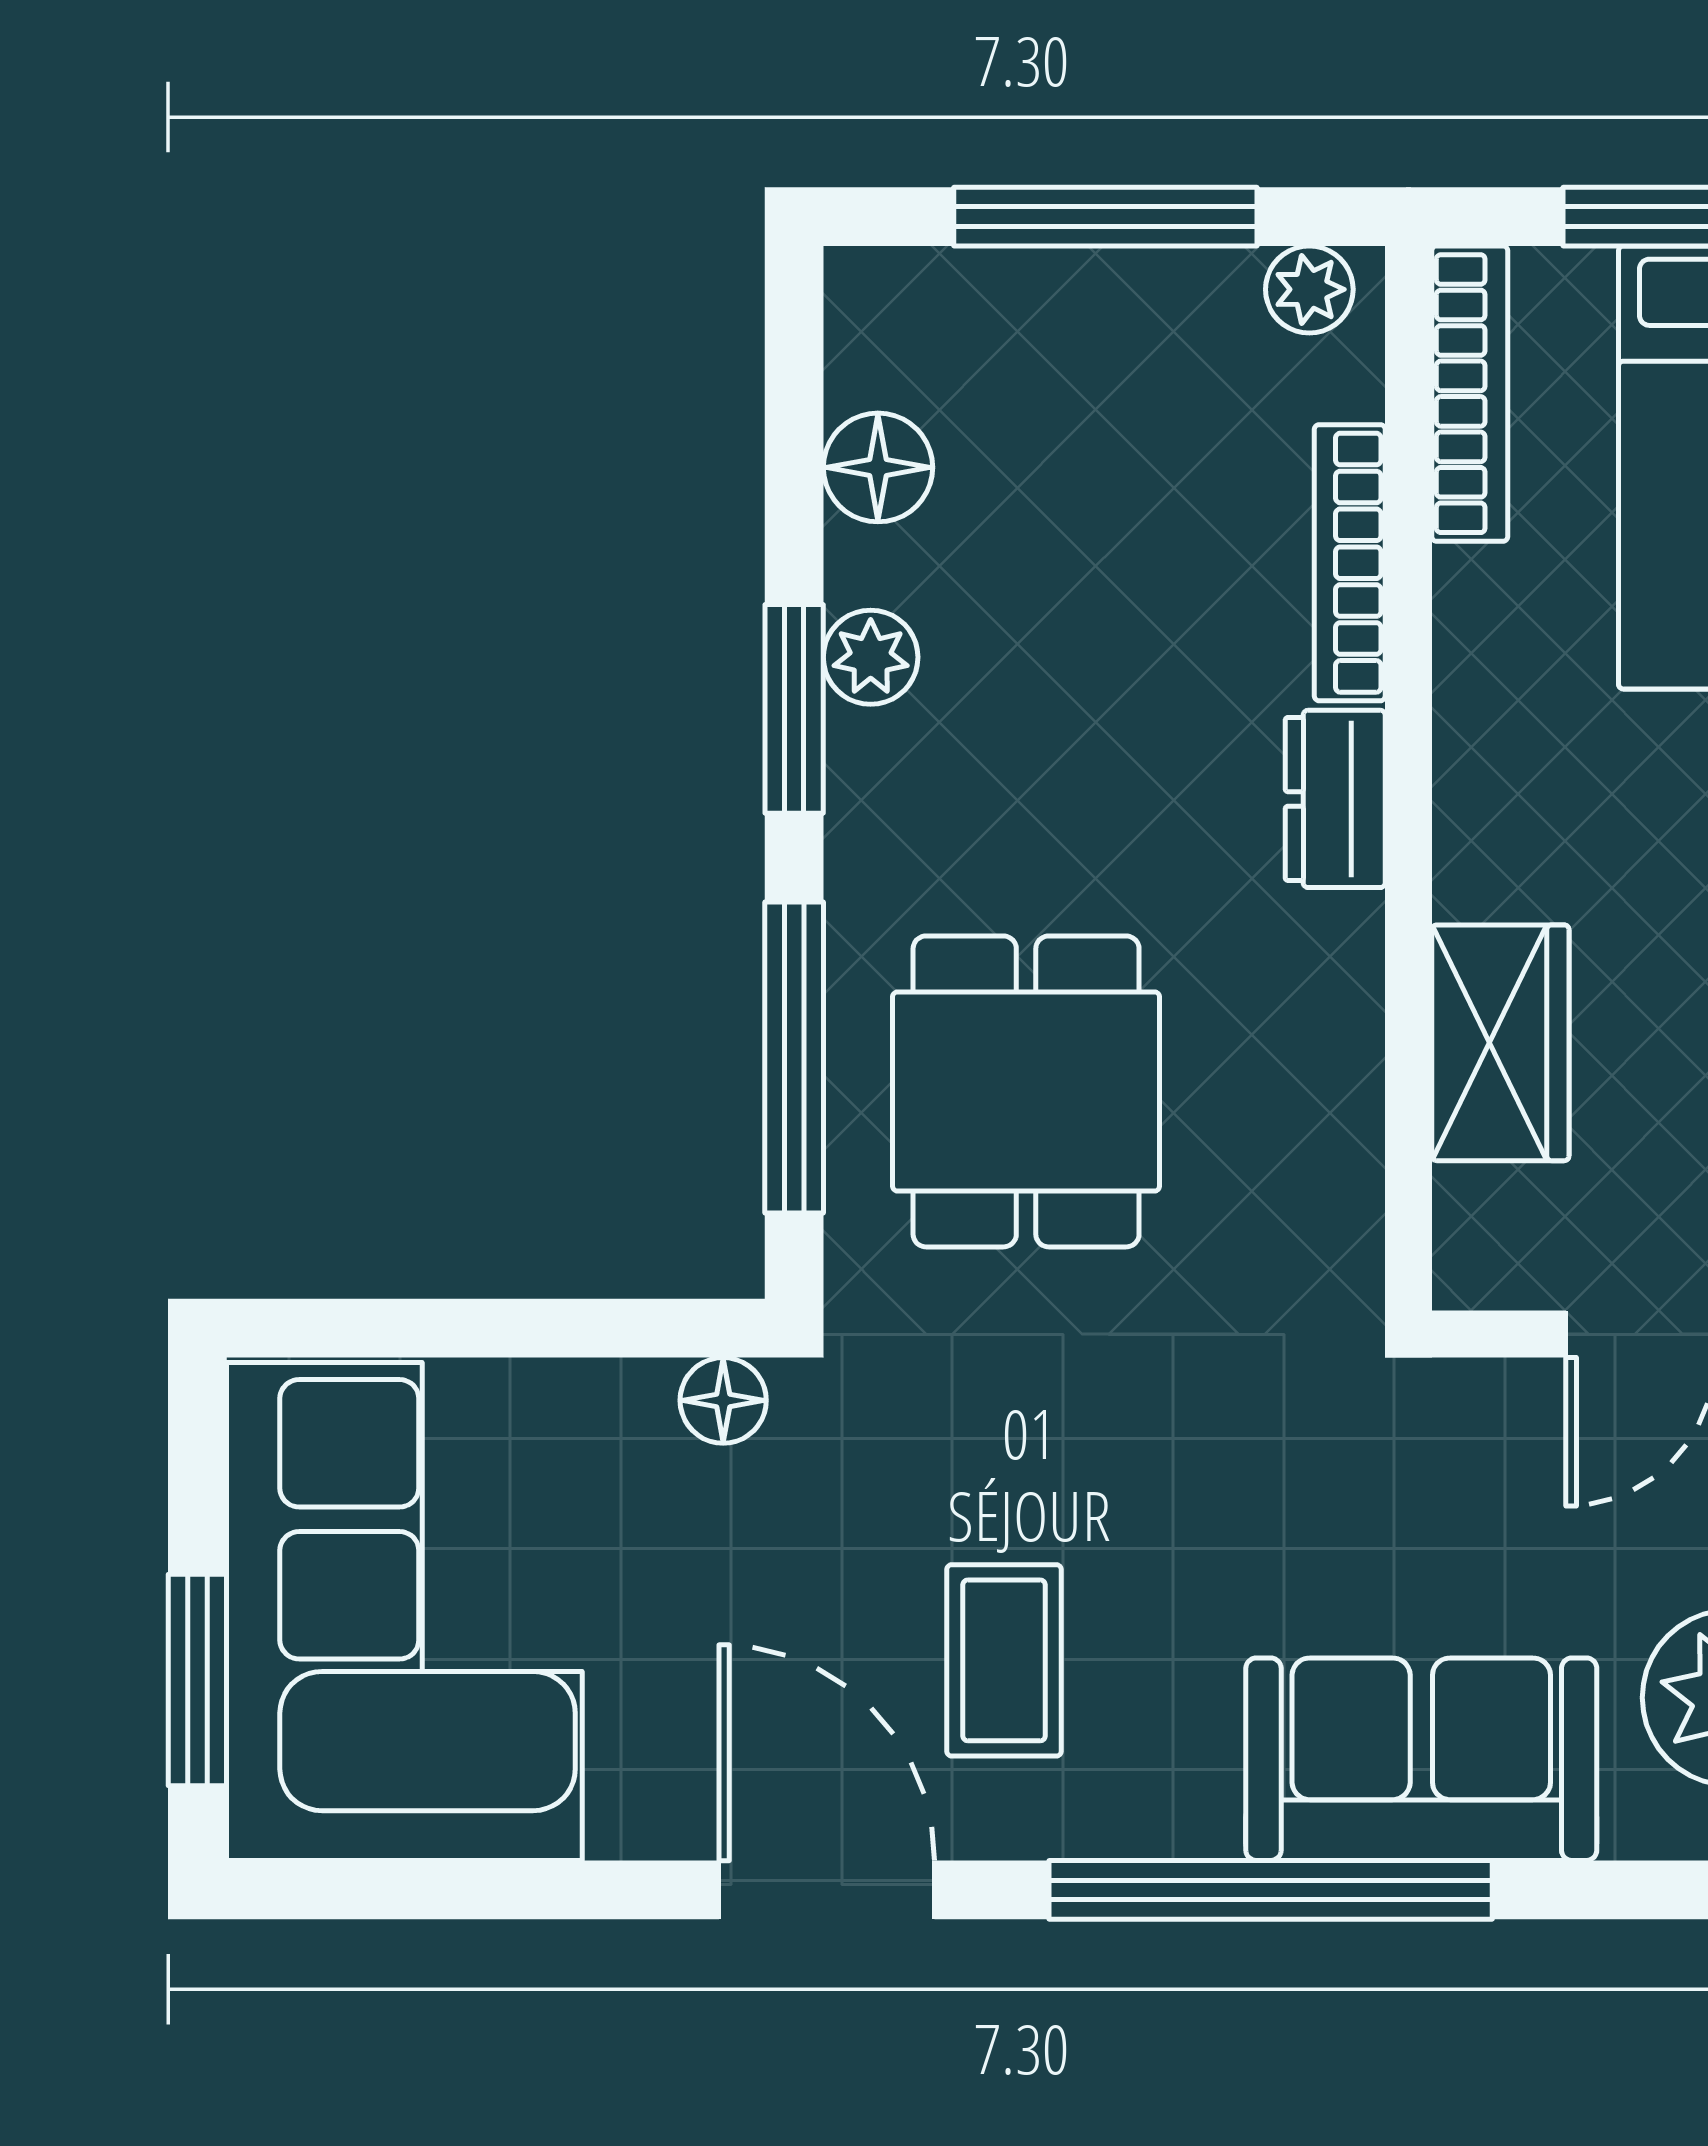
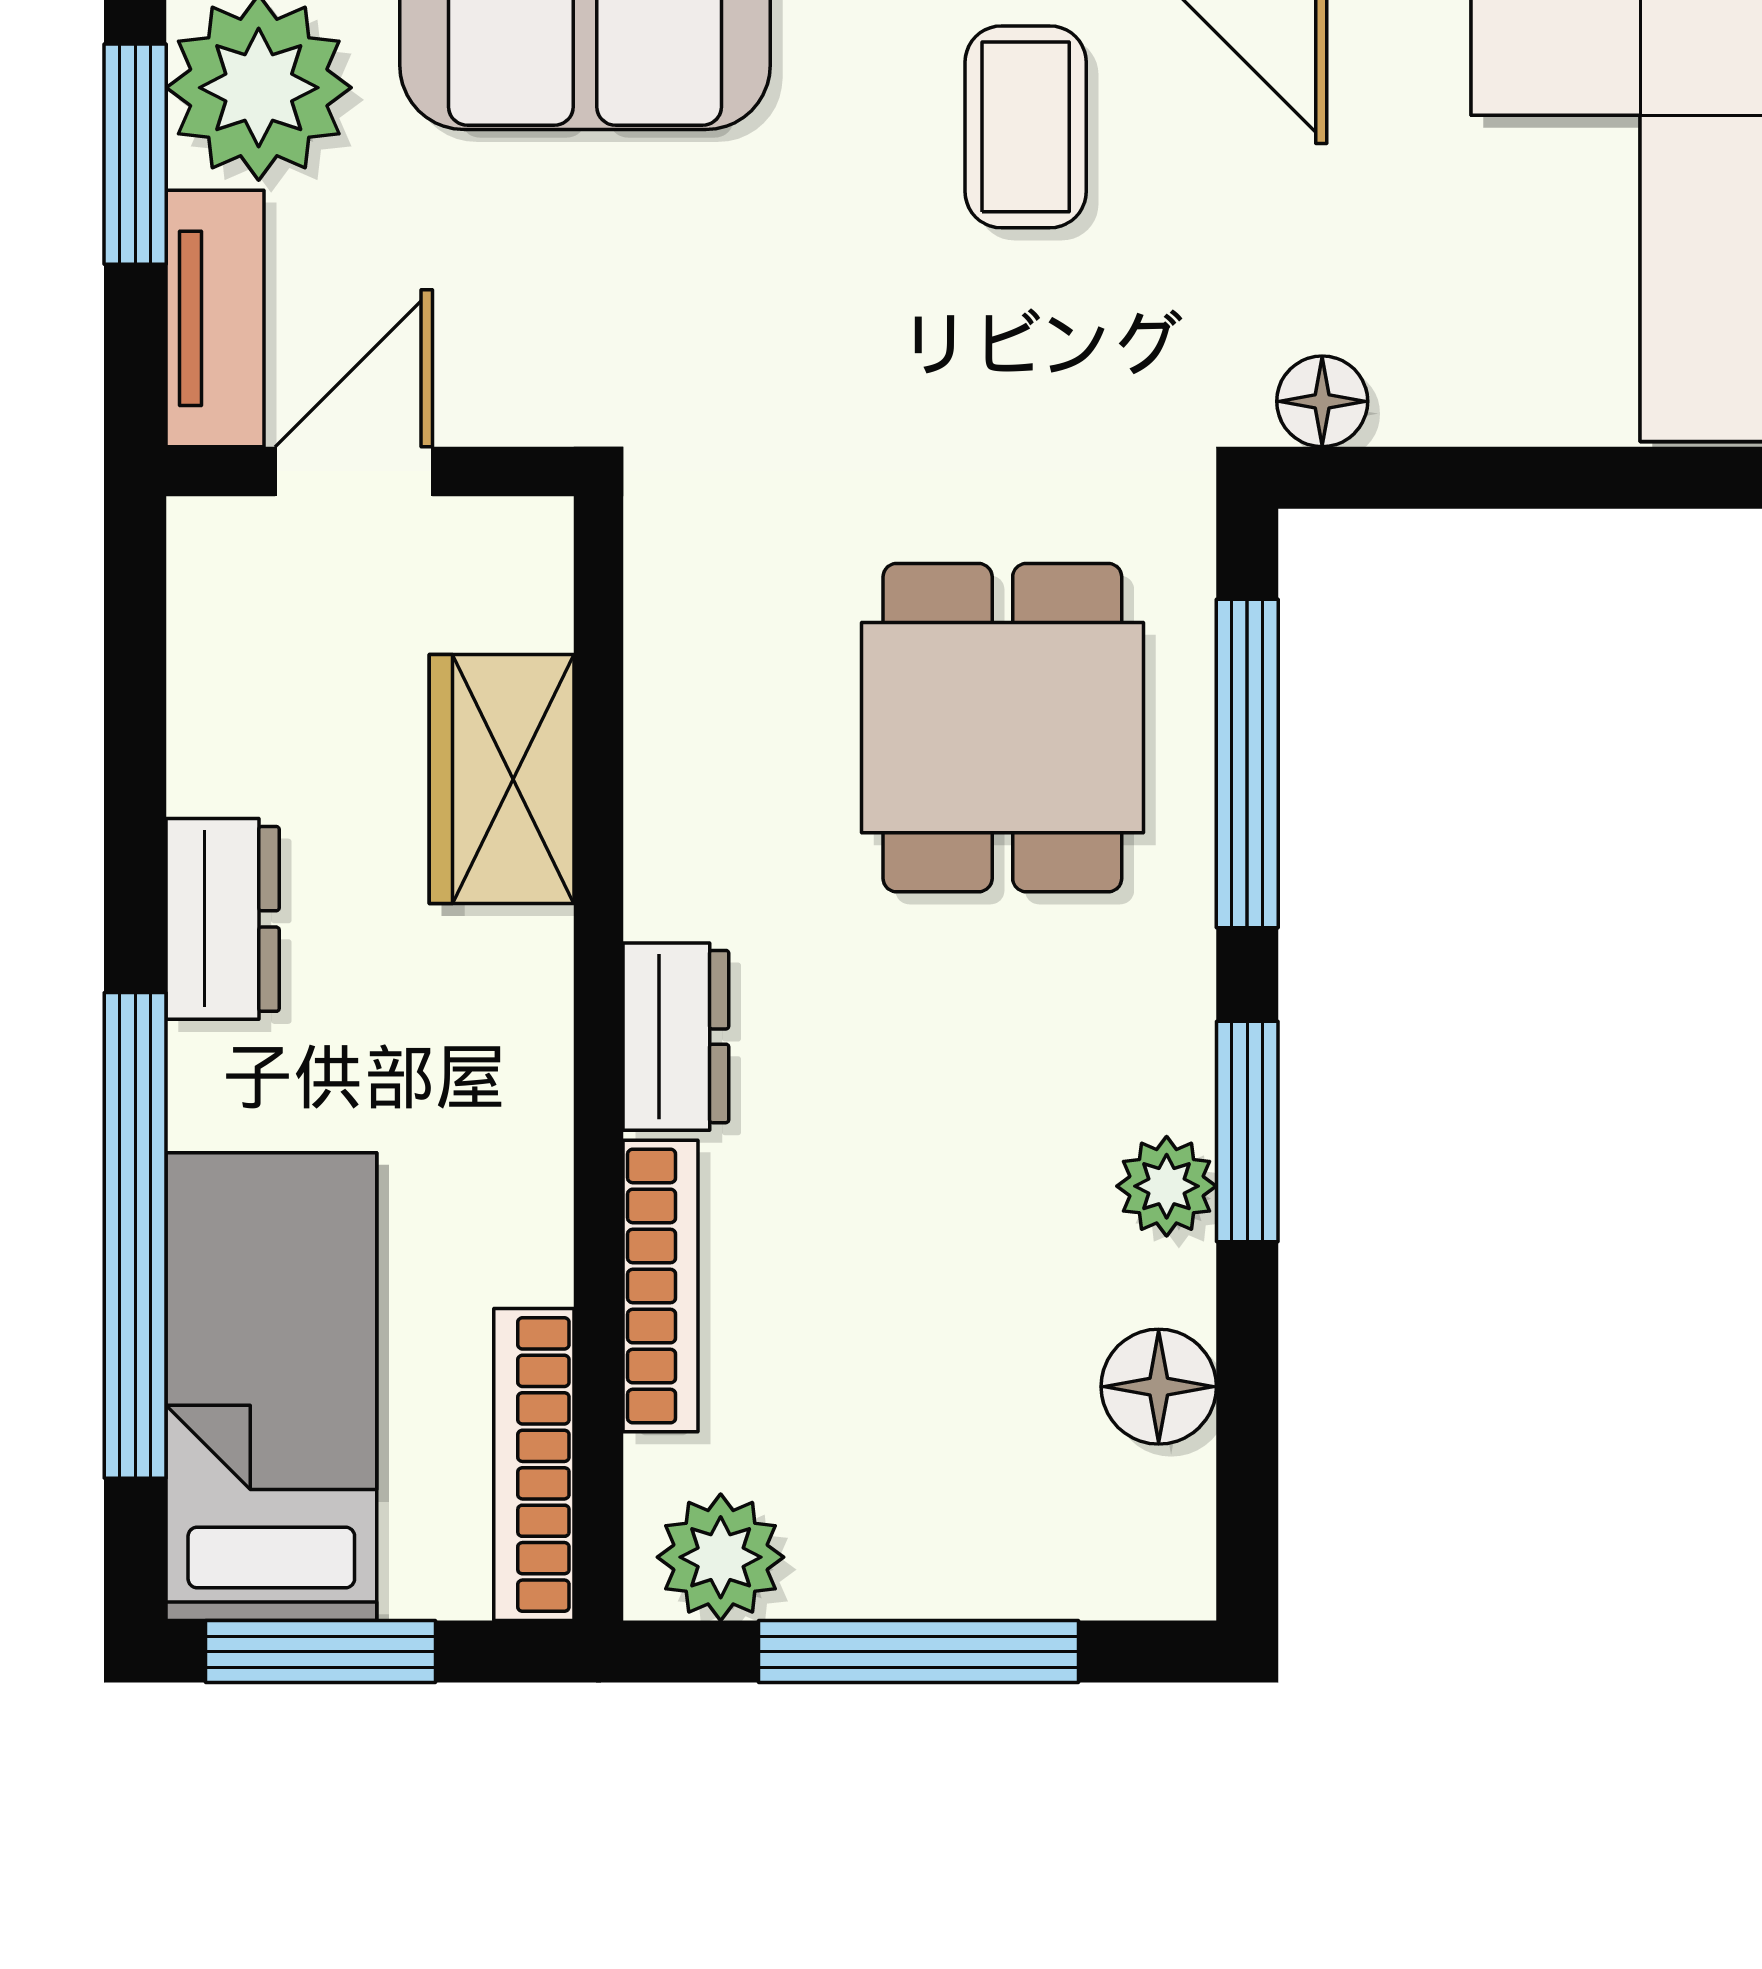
plant: (1309, 289) -> (721, 1557), width x1.38, depth x1.38

